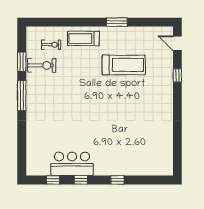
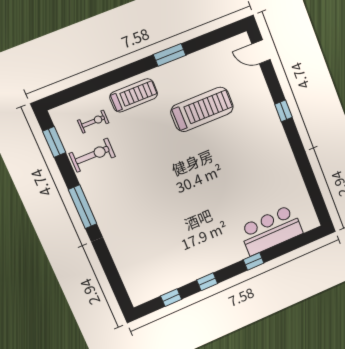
treadmill: (83, 38) -> (134, 95), turned 180
window: (22, 62) -> (54, 142), moved
window: (177, 76) -> (283, 111), moved
bar counter: (72, 164) -> (271, 230), moved

